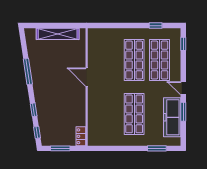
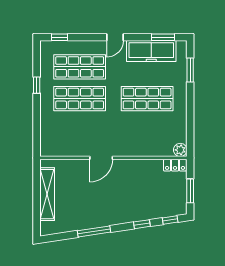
window: (156, 26) -> (37, 85), moved
window: (183, 112) -> (163, 37), moved
plant: (93, 140) -> (180, 150), added

